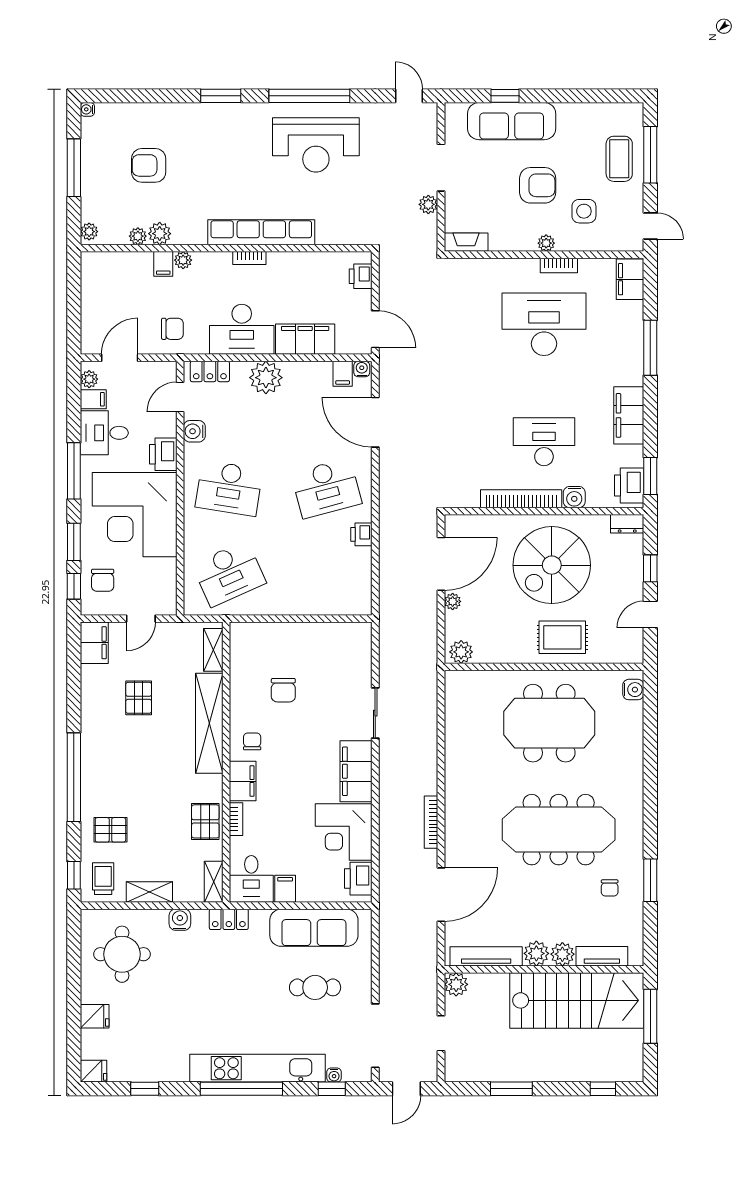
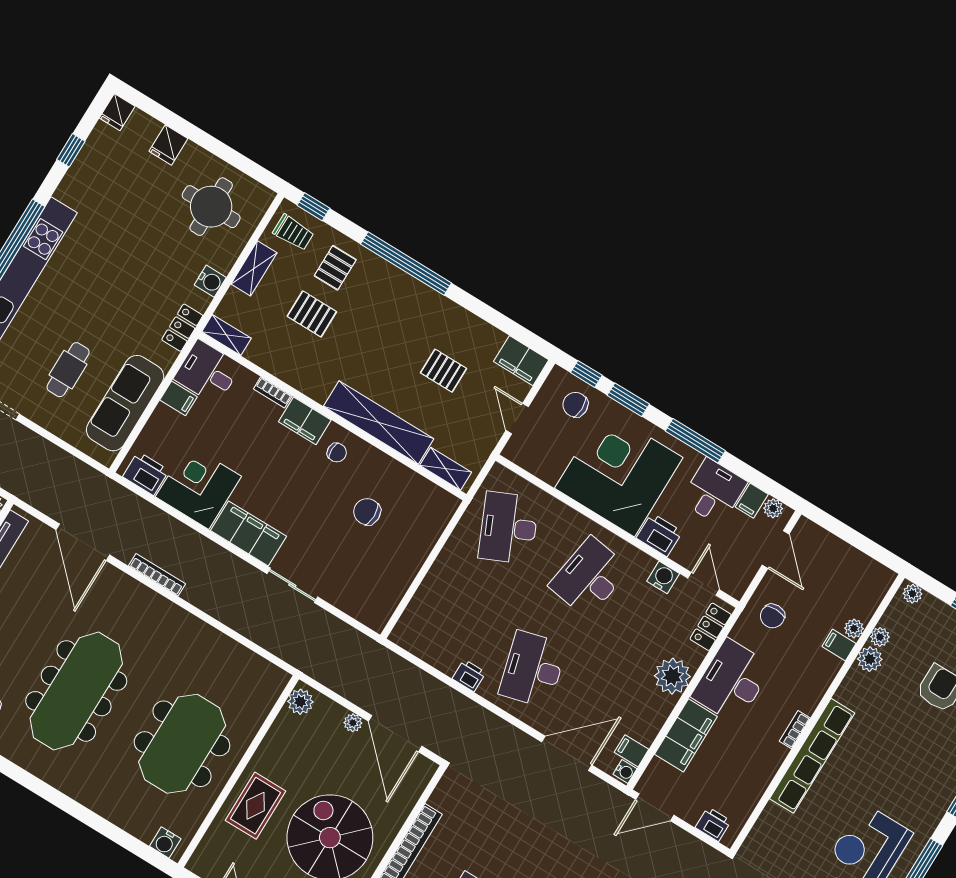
plant: (183, 260) -> (854, 628), moved
pallet: (205, 821) -> (312, 314), moved

